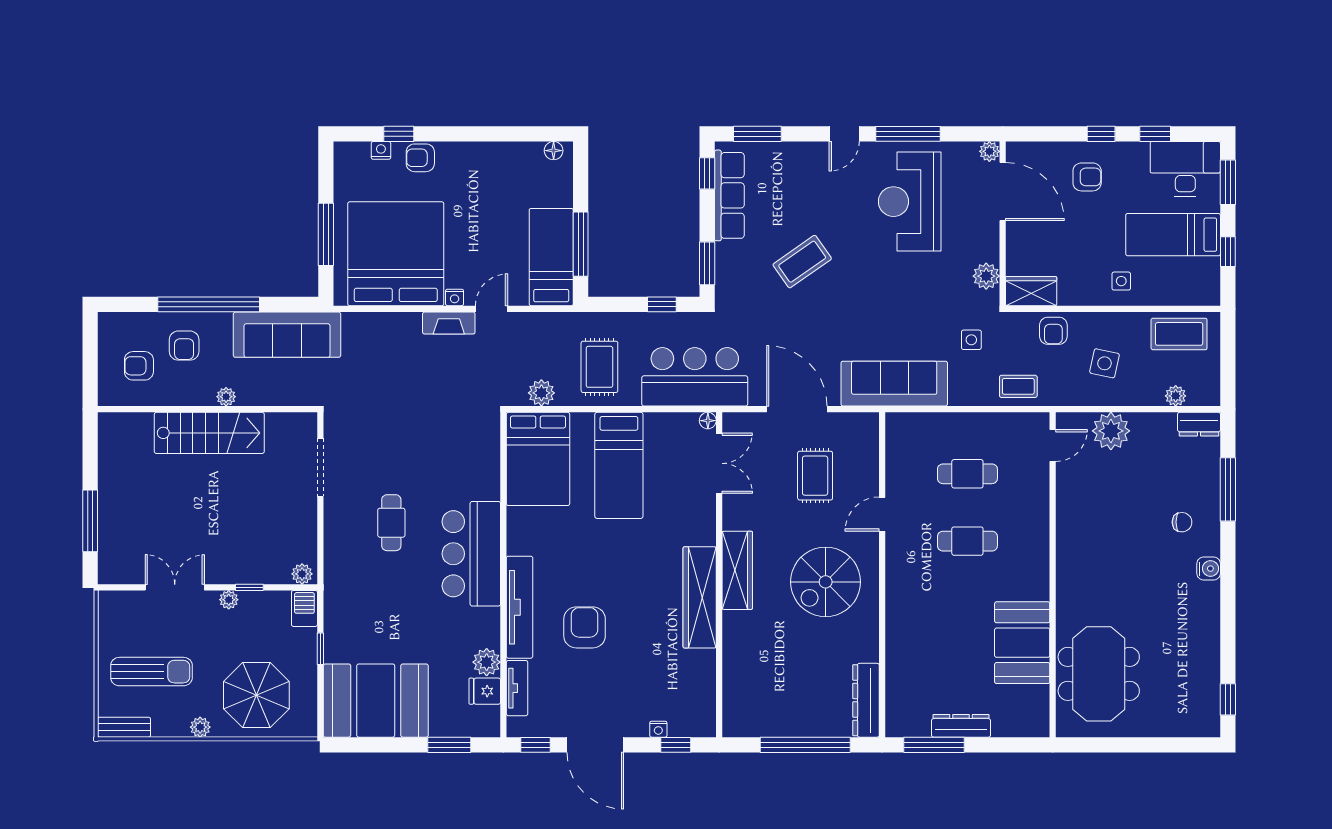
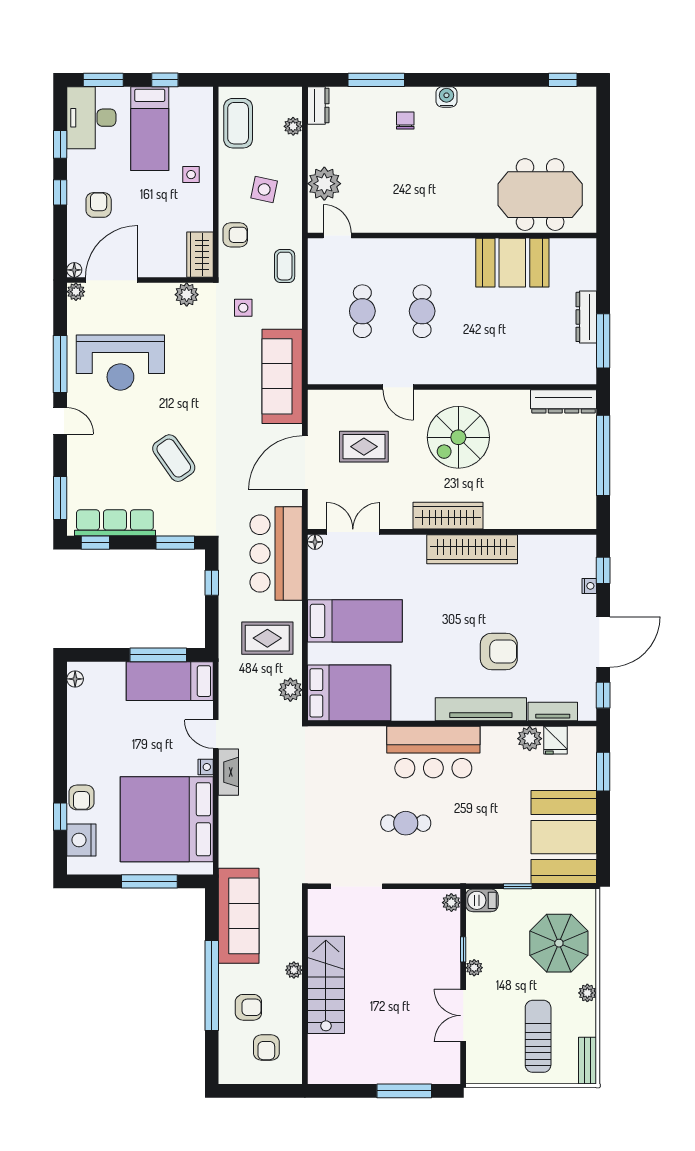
nightstand: (381, 150) -> (81, 840), width x1.89, depth x1.79
floor lamp: (1014, 150) -> (74, 270), added
spiral stairs: (826, 582) -> (458, 437), turned 90
armchair: (585, 627) -> (499, 652), turned 180

